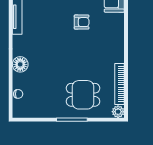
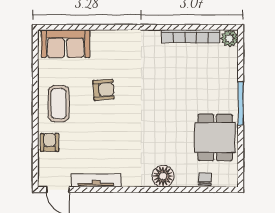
armchair: (82, 22) -> (103, 90), turned 86
dining table: (83, 95) -> (215, 137), moved

